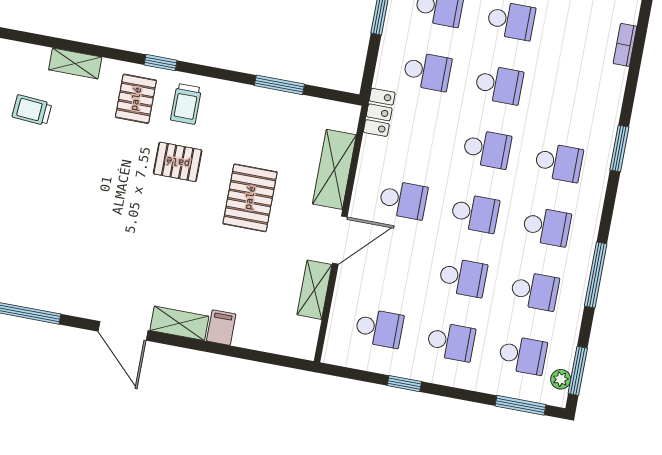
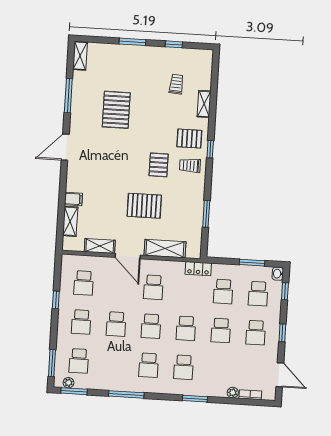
plant: (617, 77) -> (233, 393), added
pallet: (66, 228) -> (116, 110), added
school desk: (535, 291) -> (114, 363), removed
shelving: (179, 323) -> (70, 221), moved

